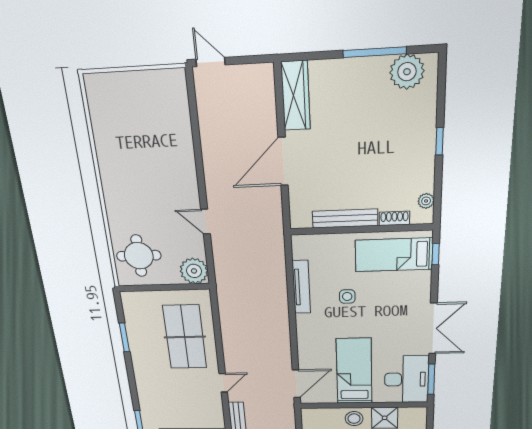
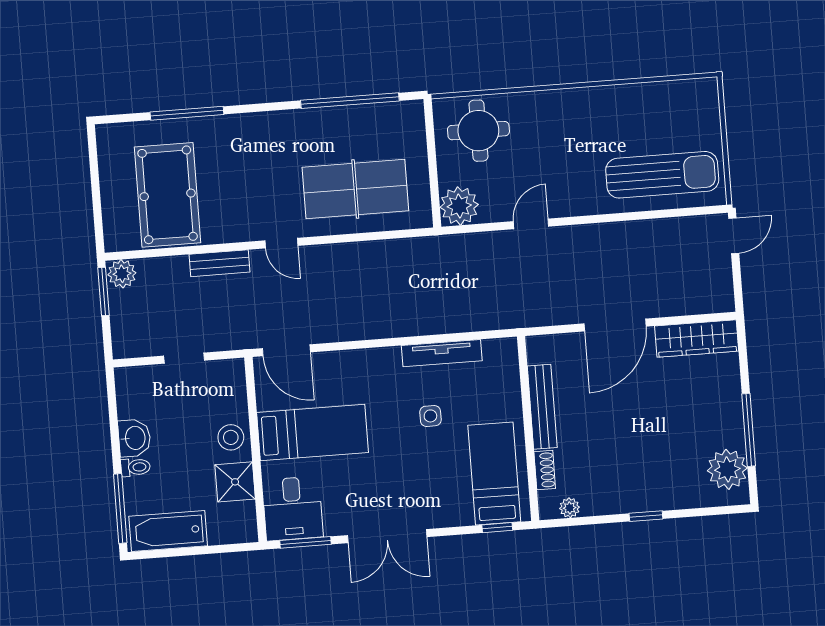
sun lounger: (164, 121) -> (662, 175), added
door: (283, 161) -> (615, 325), swing flipped
window: (124, 337) -> (350, 101), width x2.11
desk: (407, 379) -> (293, 508), width x0.73

